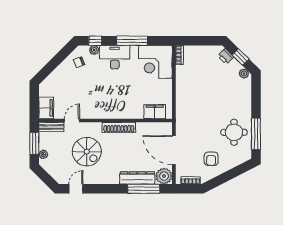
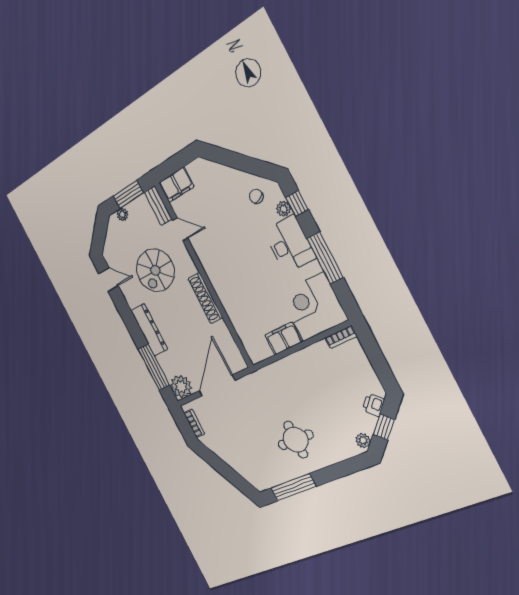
filing cabinet: (155, 112) -> (283, 339), moved, turned -90
round table: (234, 132) -> (296, 440), moved
armchair: (211, 159) -> (232, 439), removed
dresser: (137, 178) -> (149, 330), moved

